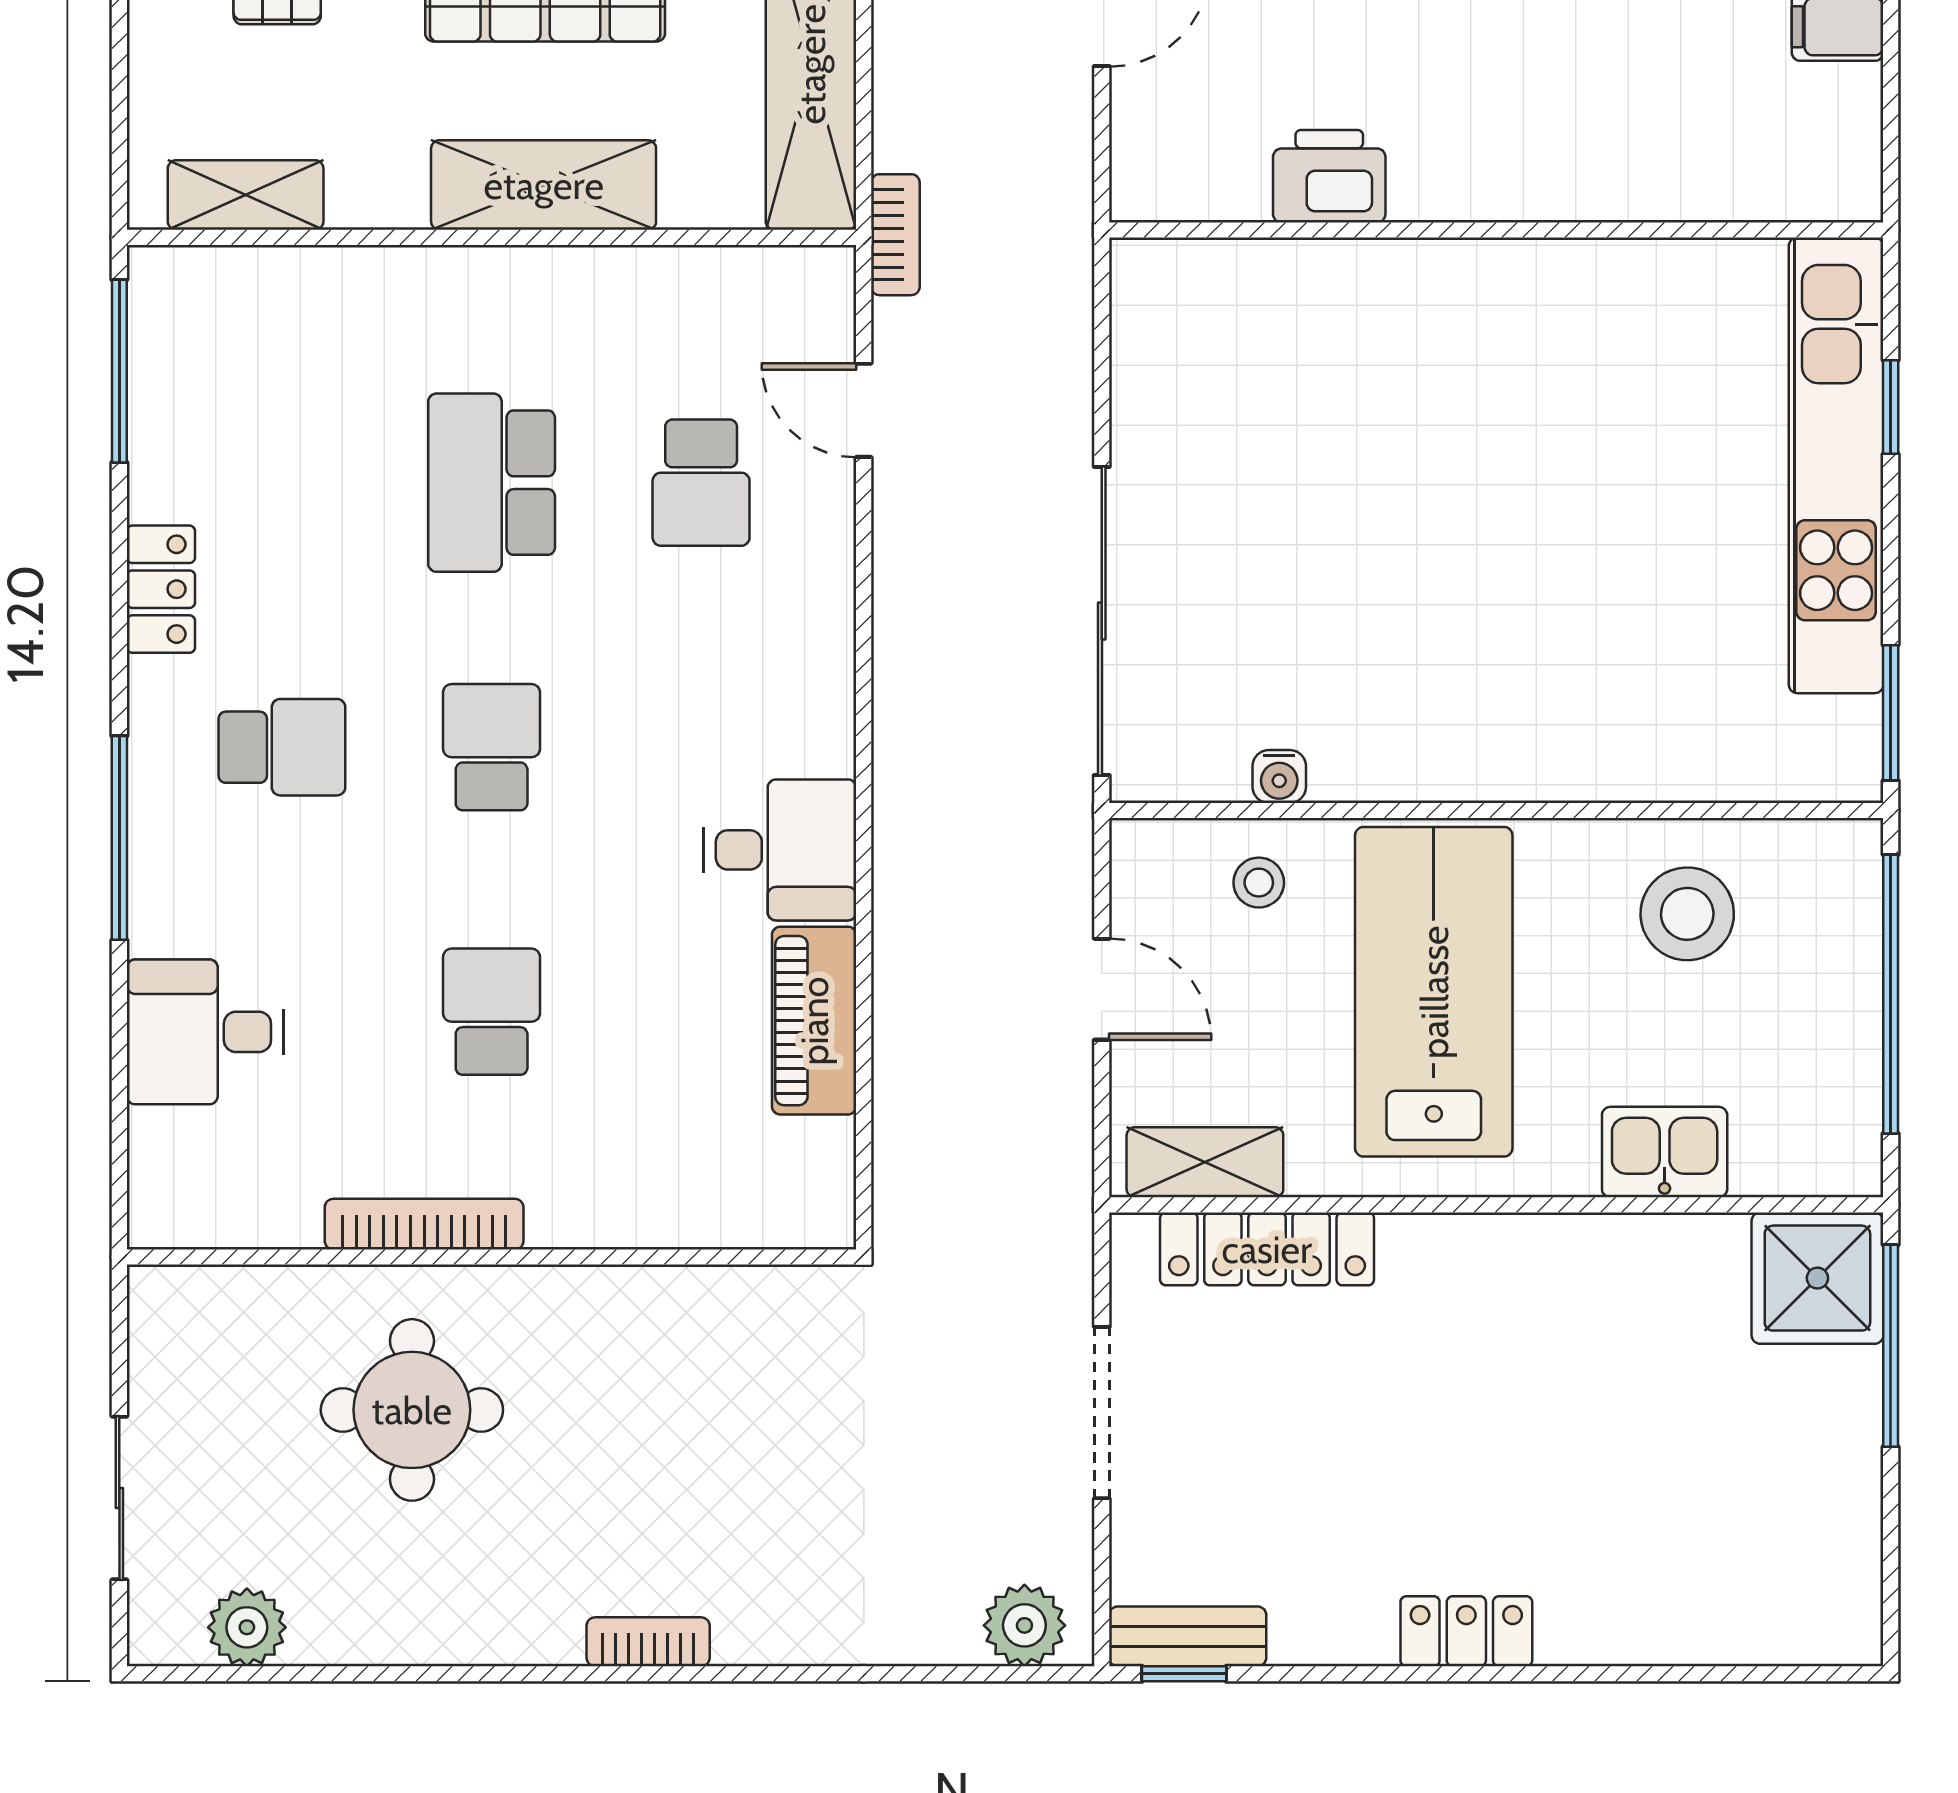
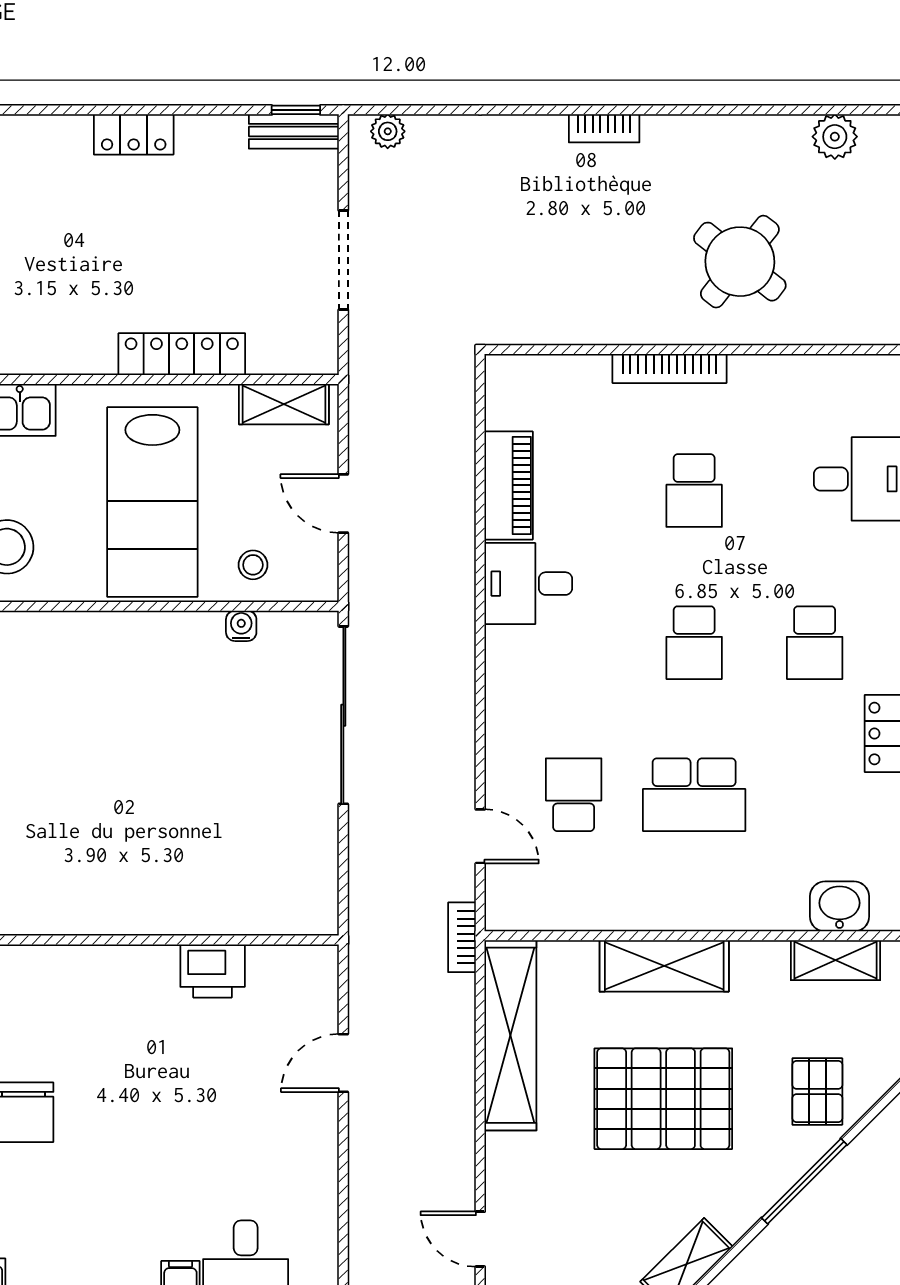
washbasin: (239, 288) -> (840, 906), added
school desk: (492, 483) -> (694, 795), turned 90
school desk: (282, 747) -> (815, 643), turned -90
bookcase: (424, 1224) -> (669, 368), moved
locker: (1267, 1249) -> (182, 354), moved
round table: (412, 1410) -> (740, 262), turned 38
plant: (1024, 1625) -> (388, 131), width x0.73, depth x0.73

